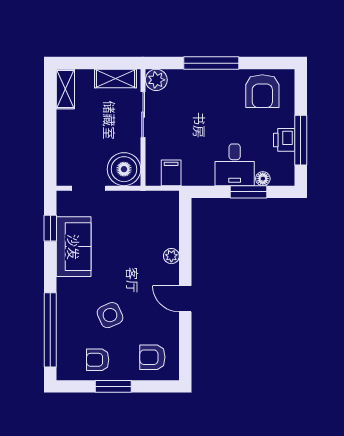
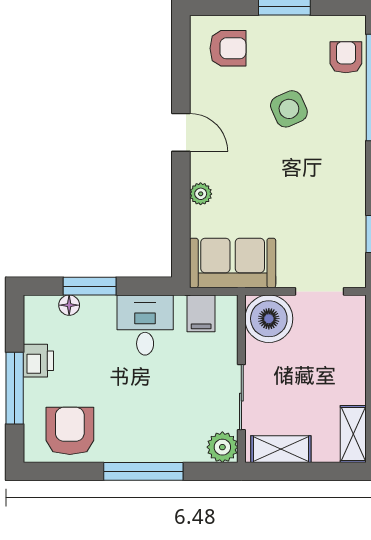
window: (301, 140) -> (15, 388), moved
desk: (235, 165) -> (145, 325), moved
sofa: (74, 247) -> (233, 263), moved, turned 90
armchair: (98, 360) -> (346, 57), moved, turned -90

